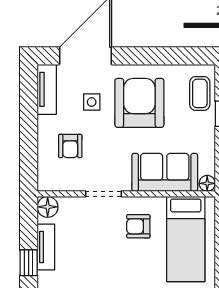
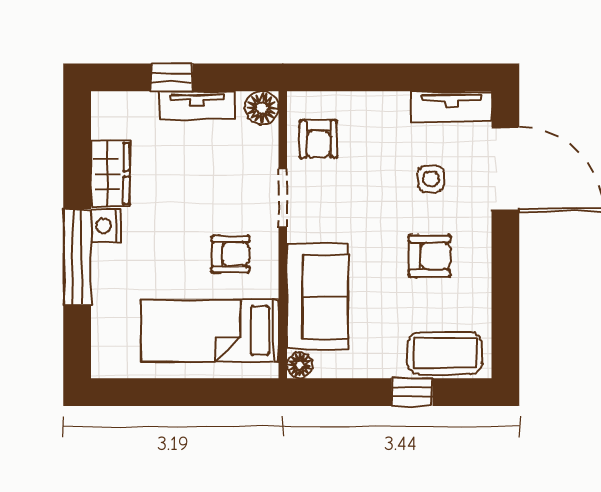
coffee table: (200, 93) -> (445, 353), width x1.36, depth x1.30
armchair: (139, 103) -> (430, 256), width x0.53, depth x0.53
armchair: (70, 146) -> (319, 139), moved, turned -90
armchair: (138, 226) -> (230, 254), turned 90

